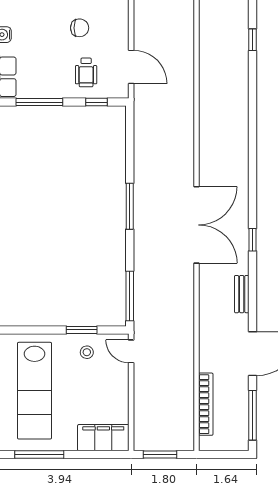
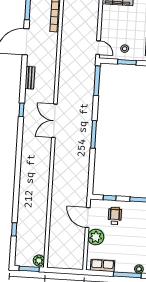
chair: (80, 28) -> (117, 243), removed
plant: (116, 35) -> (96, 237), added
double door: (197, 225) -> (54, 121), width x0.73

